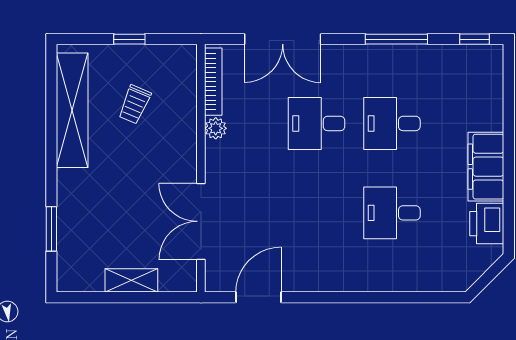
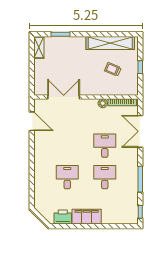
shelving: (131, 280) -> (39, 47), moved

